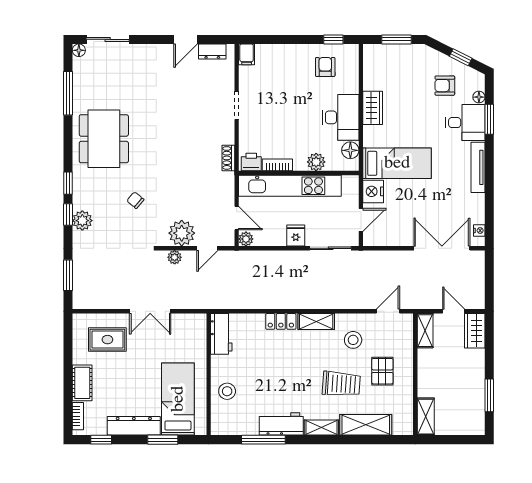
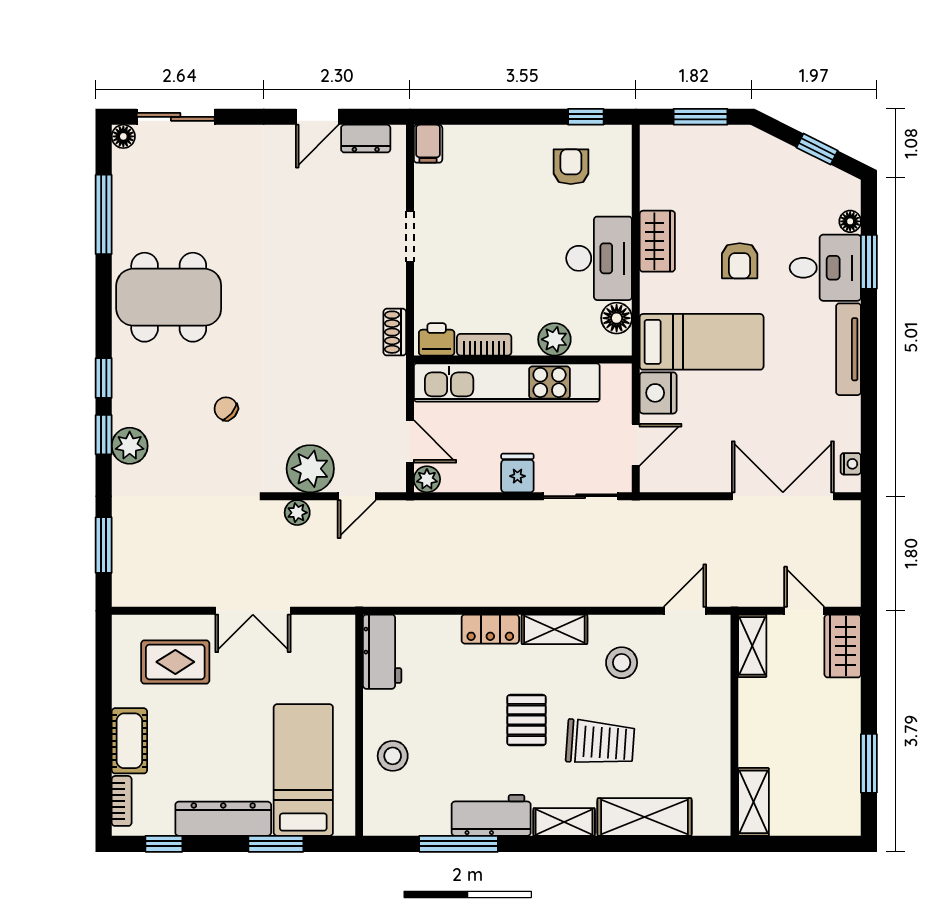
armchair: (445, 86) -> (740, 261), moved, turned -90
dining table: (104, 139) -> (169, 297), turned 90
pallet: (382, 371) -> (526, 720), moved

